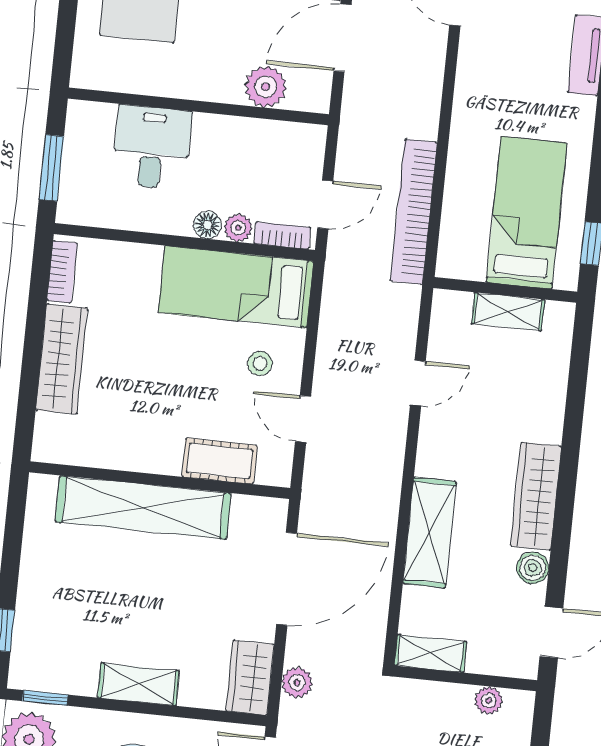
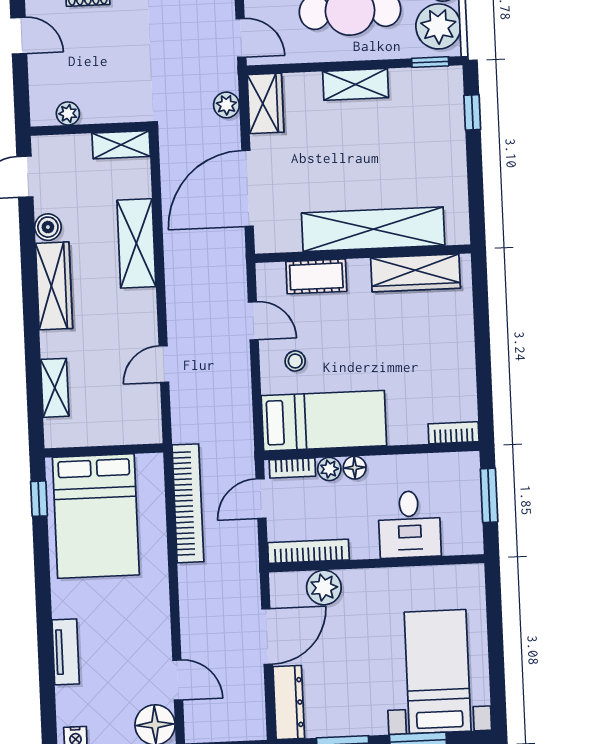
bookcase: (278, 133) -> (308, 551), added
bed: (526, 213) -> (96, 516), width x1.50
bookcase: (62, 272) -> (454, 433), moved, turned 90
shelving: (508, 312) -> (55, 388), moved, turned 90
wardrobe: (62, 359) -> (416, 273), moved, turned -90

